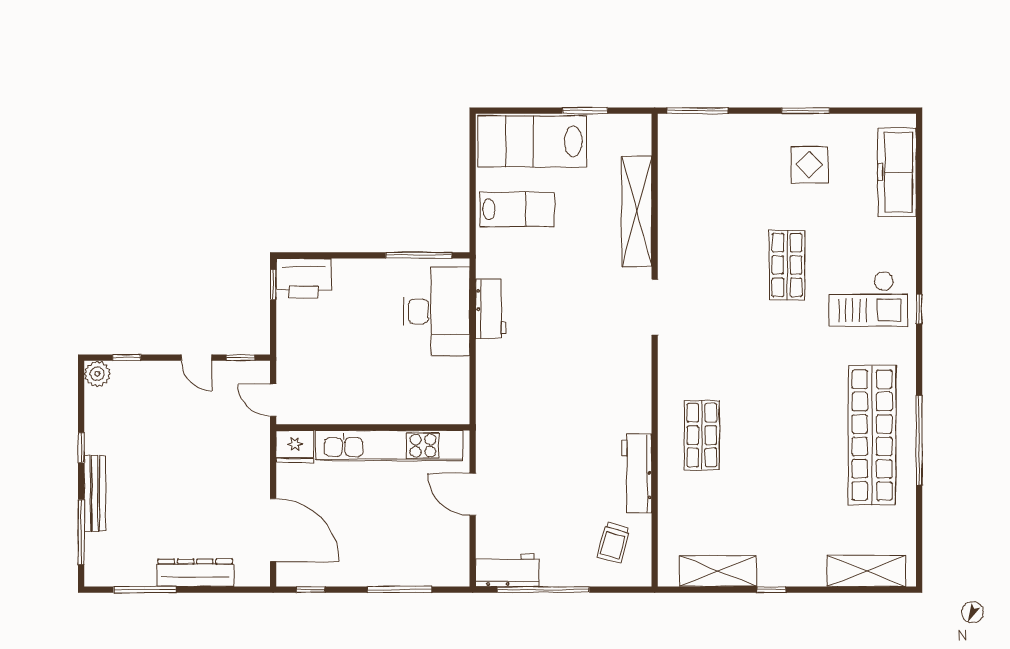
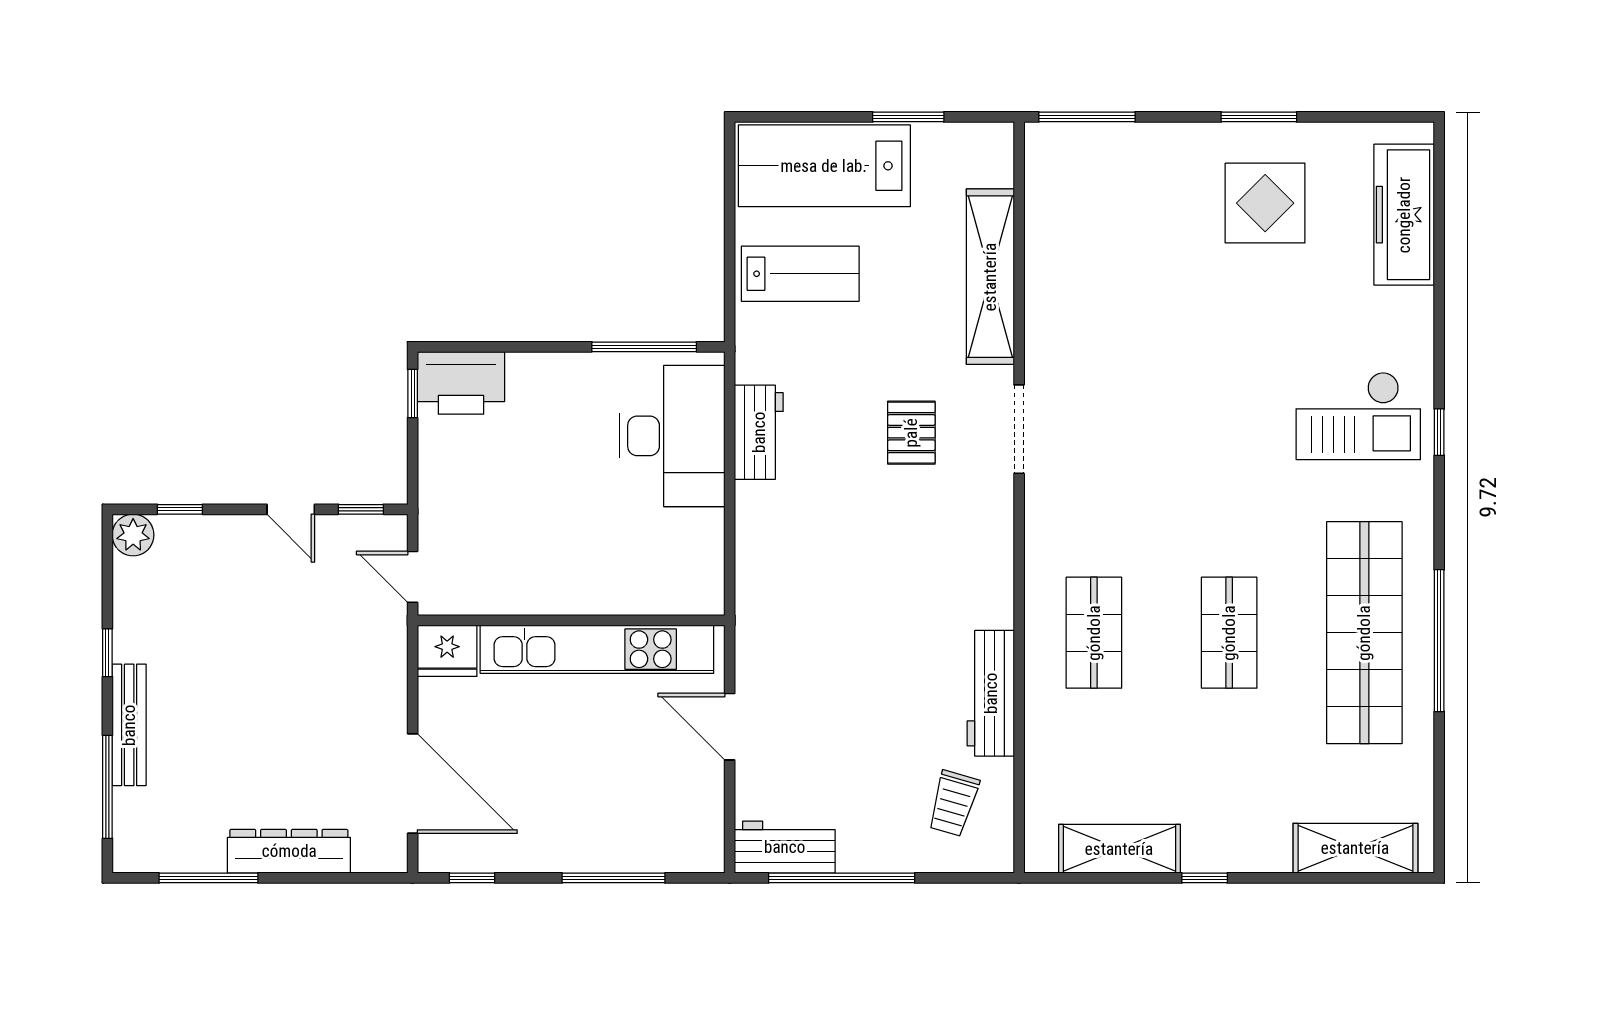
display table: (810, 165) -> (1265, 203), width x1.36, depth x1.36
shop shelf: (787, 265) -> (1229, 633), moved
pallet: (587, 309) -> (911, 433), added

